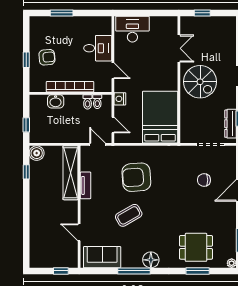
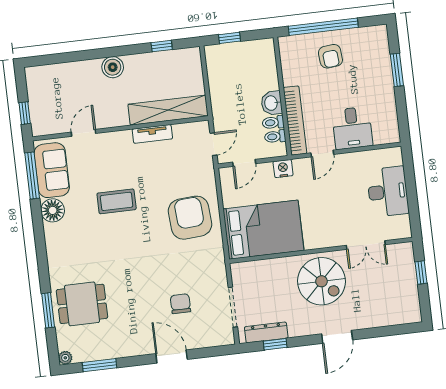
desk: (132, 29) -> (388, 192), moved
window: (26, 60) -> (323, 27), width x3.17
spiral stairs: (200, 82) -> (321, 281), turned -90
bookcase: (70, 87) -> (295, 121), moved
washbasin: (56, 101) -> (272, 103), moved
boiler: (37, 153) -> (113, 67), moved
armchair: (136, 177) -> (190, 218), moved
coffee table: (129, 215) -> (117, 201), turned -60
dining table: (196, 247) -> (82, 304), turned 90
floor lamp: (151, 260) -> (53, 210), moved
window: (134, 271) -> (32, 175), moved

